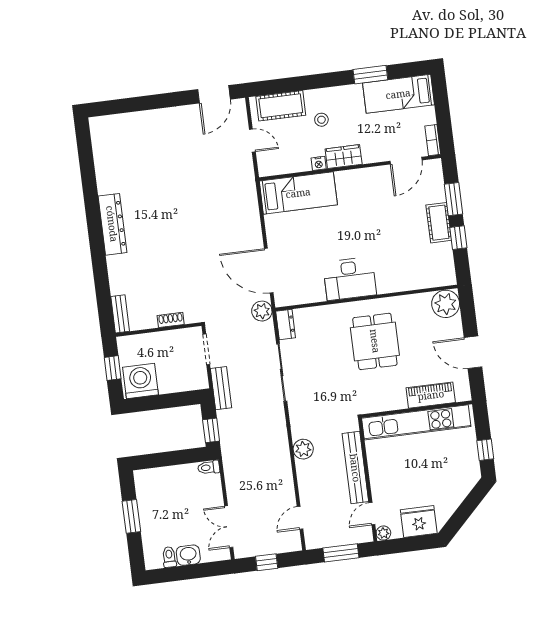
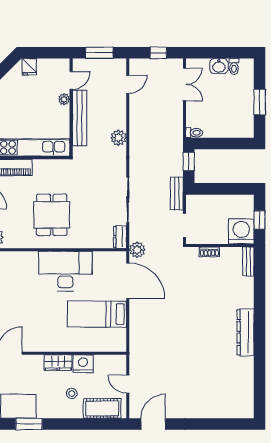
nightstand: (319, 163) -> (83, 364), width x1.89, depth x1.79
bed: (298, 193) -> (97, 314), moved
desk: (350, 279) -> (65, 271), width x1.36, depth x1.30
washing machine: (141, 381) -> (241, 231), moved, turned 180
fridge: (419, 521) -> (29, 67), width x0.53, depth x0.75
plant: (383, 533) -> (64, 99), moved

